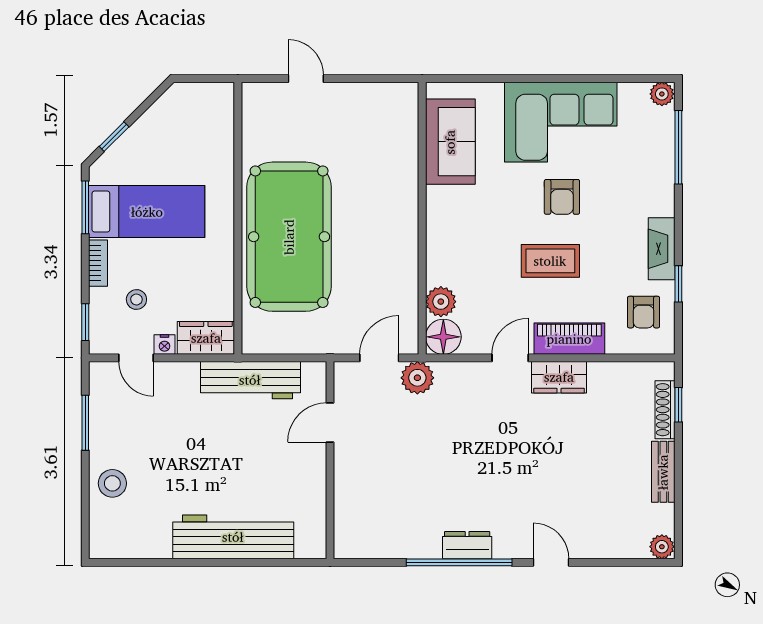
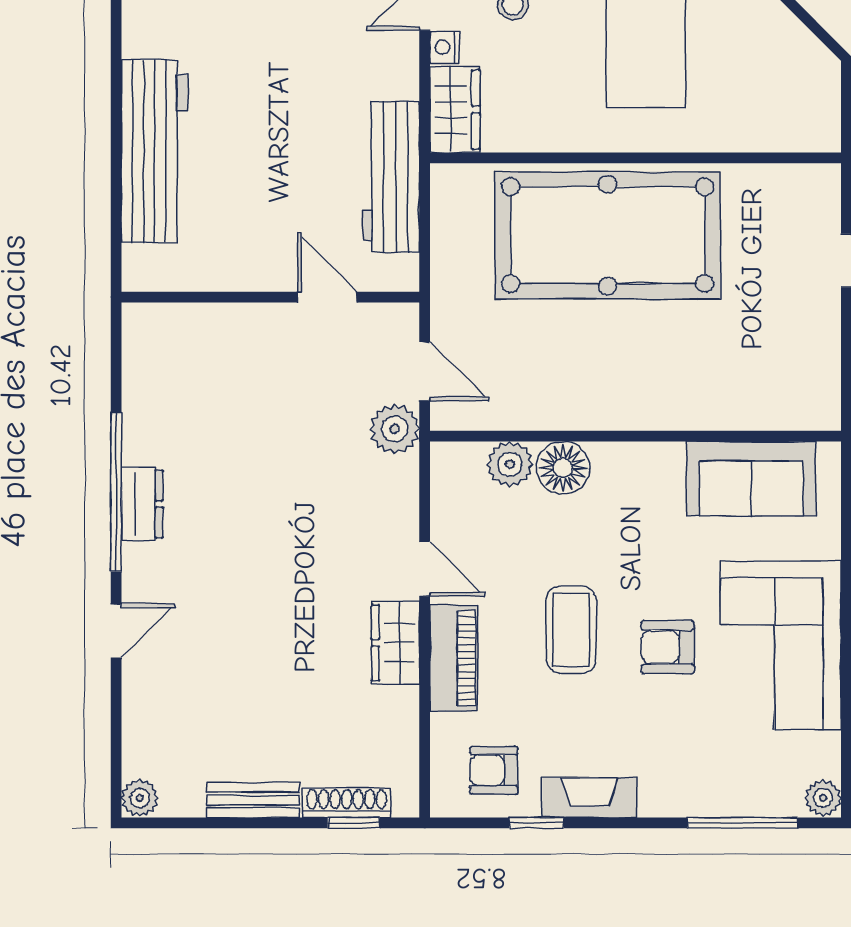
floor lamp: (443, 337) -> (563, 468), moved

